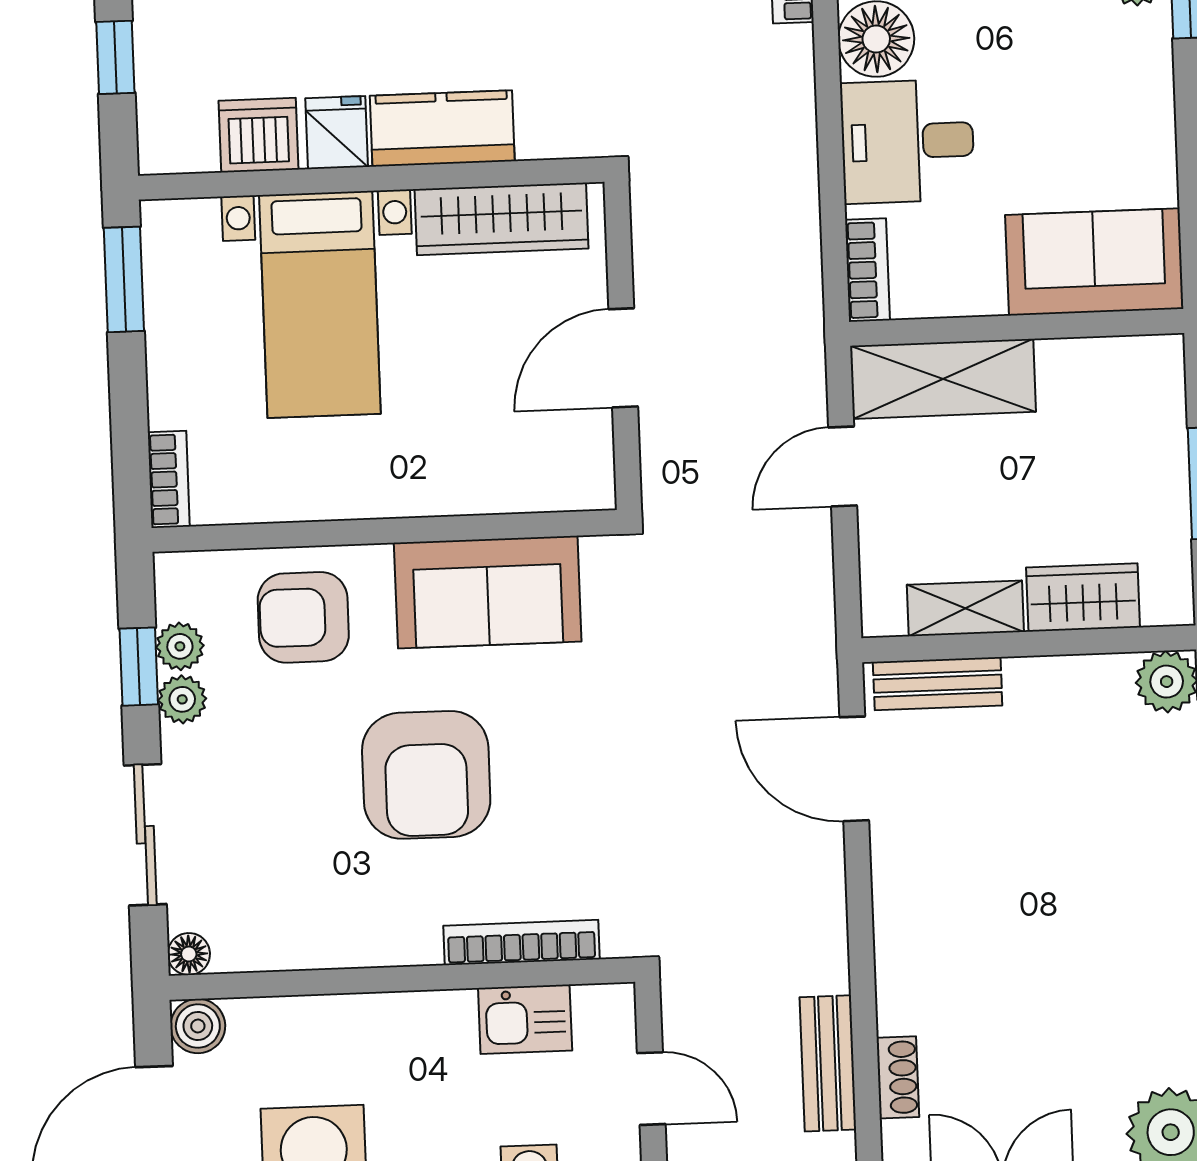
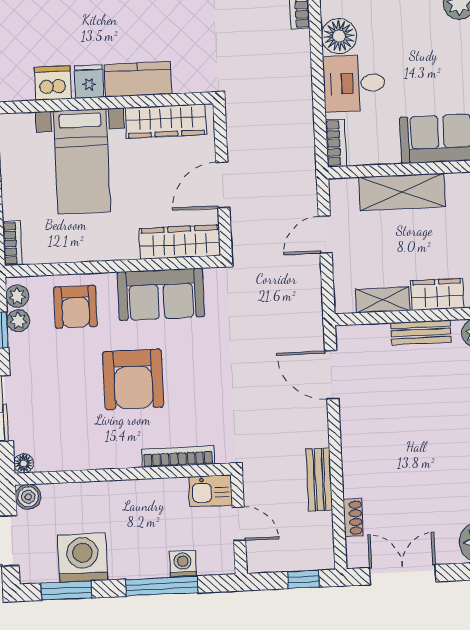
shelving: (943, 379) -> (402, 192), moved
wardrobe: (529, 480) -> (180, 242), added
armchair: (303, 617) -> (75, 307), turned -90
bench: (938, 684) -> (421, 333), moved
plant: (182, 699) -> (17, 296), moved
kitchen sink: (525, 1019) -> (210, 491), moved
bench: (828, 1063) -> (319, 480), moved

